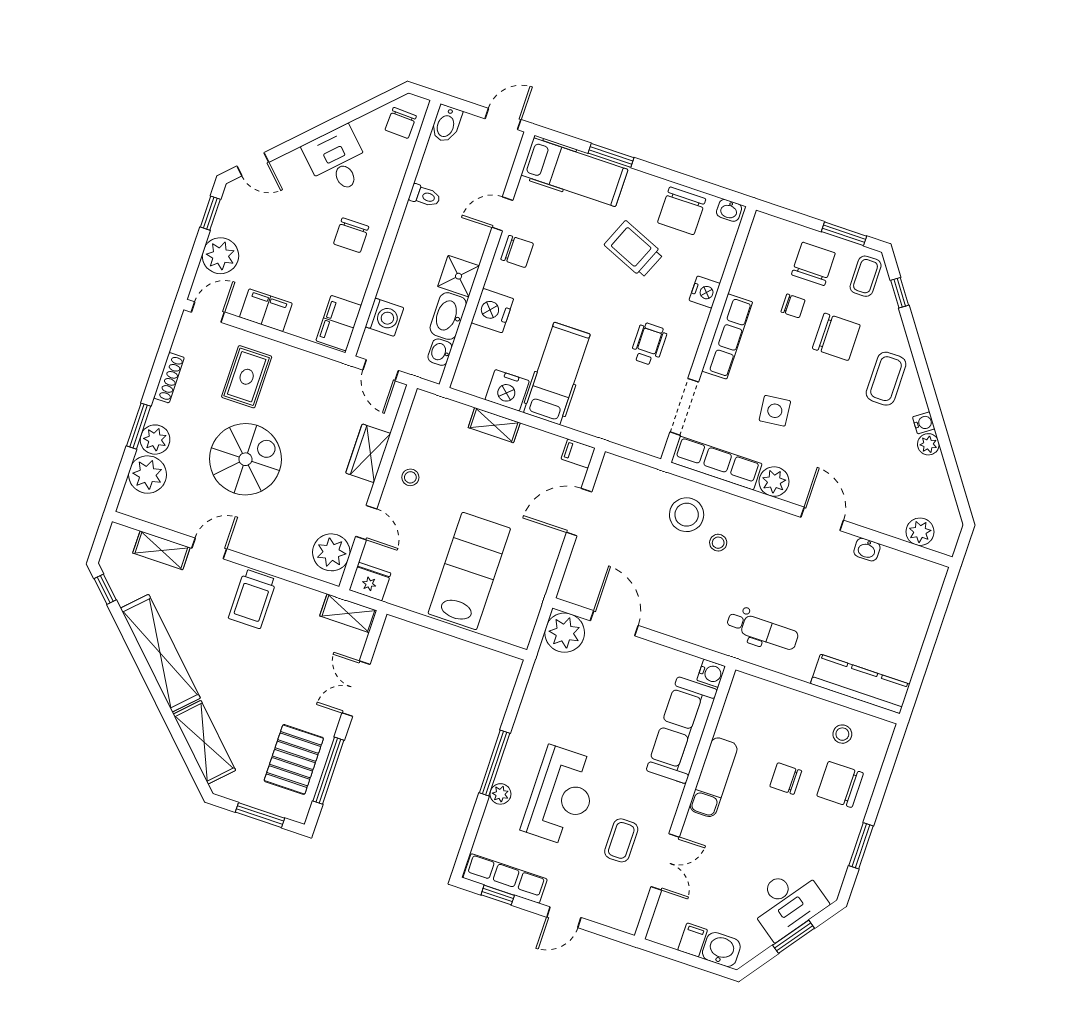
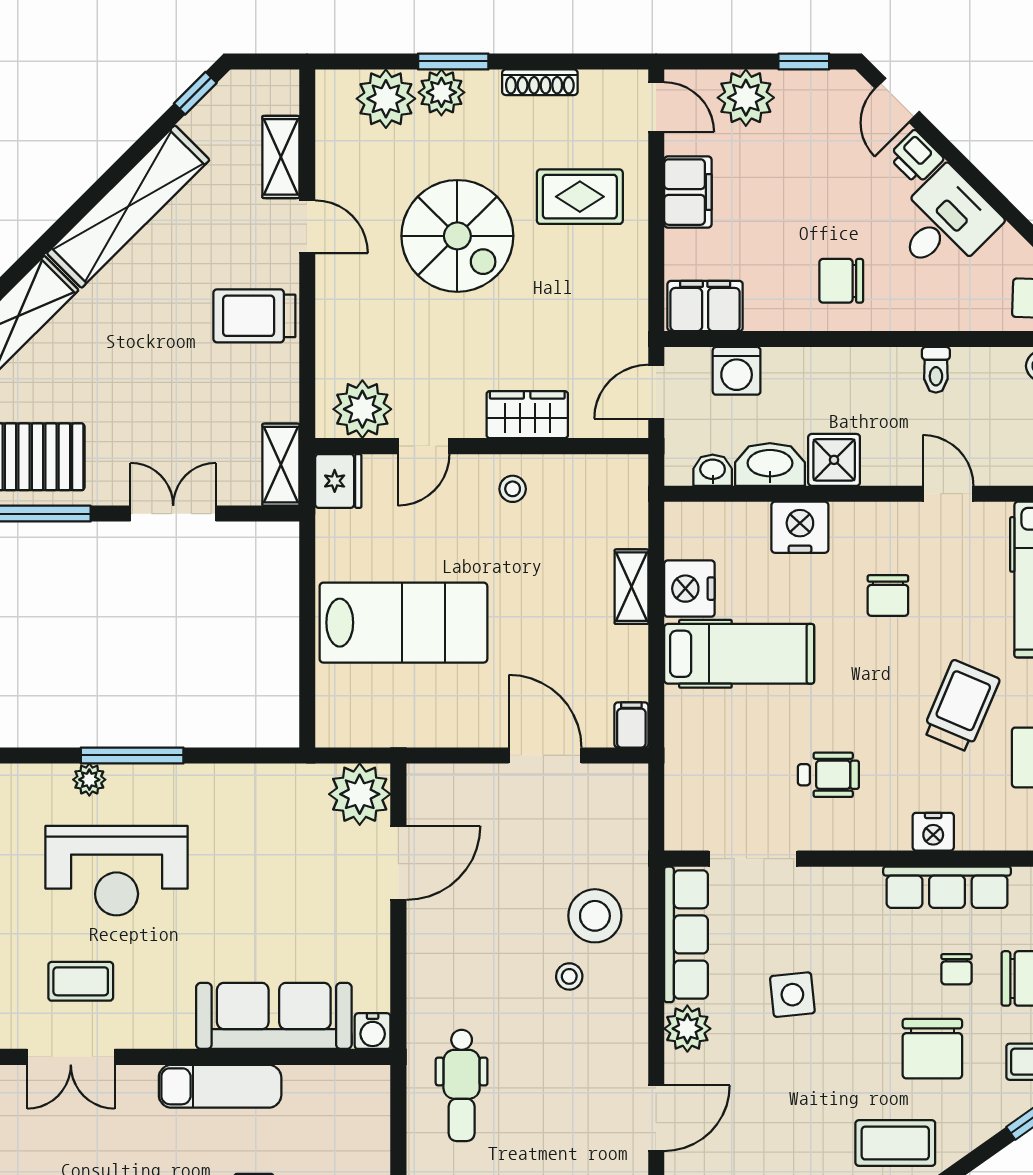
printer: (292, 165) -> (916, 157), added
chair: (517, 251) -> (888, 595), moved
row of seats: (727, 336) -> (947, 887), moved

